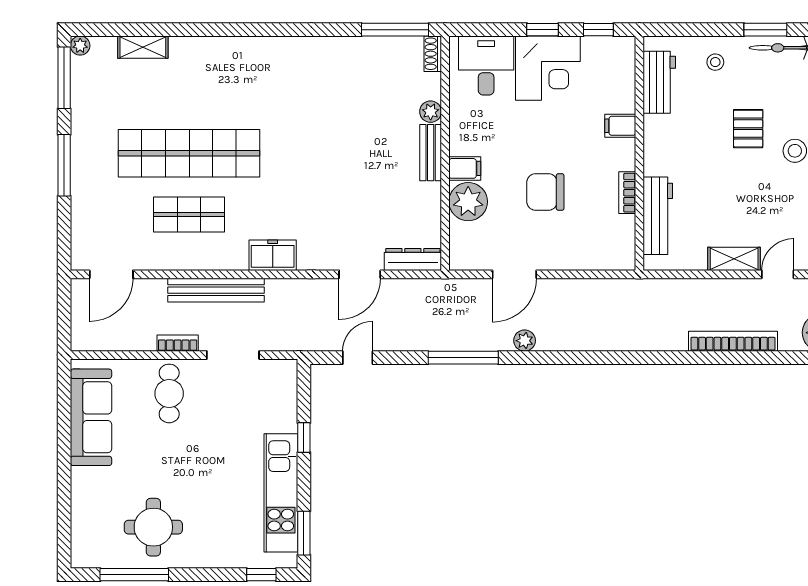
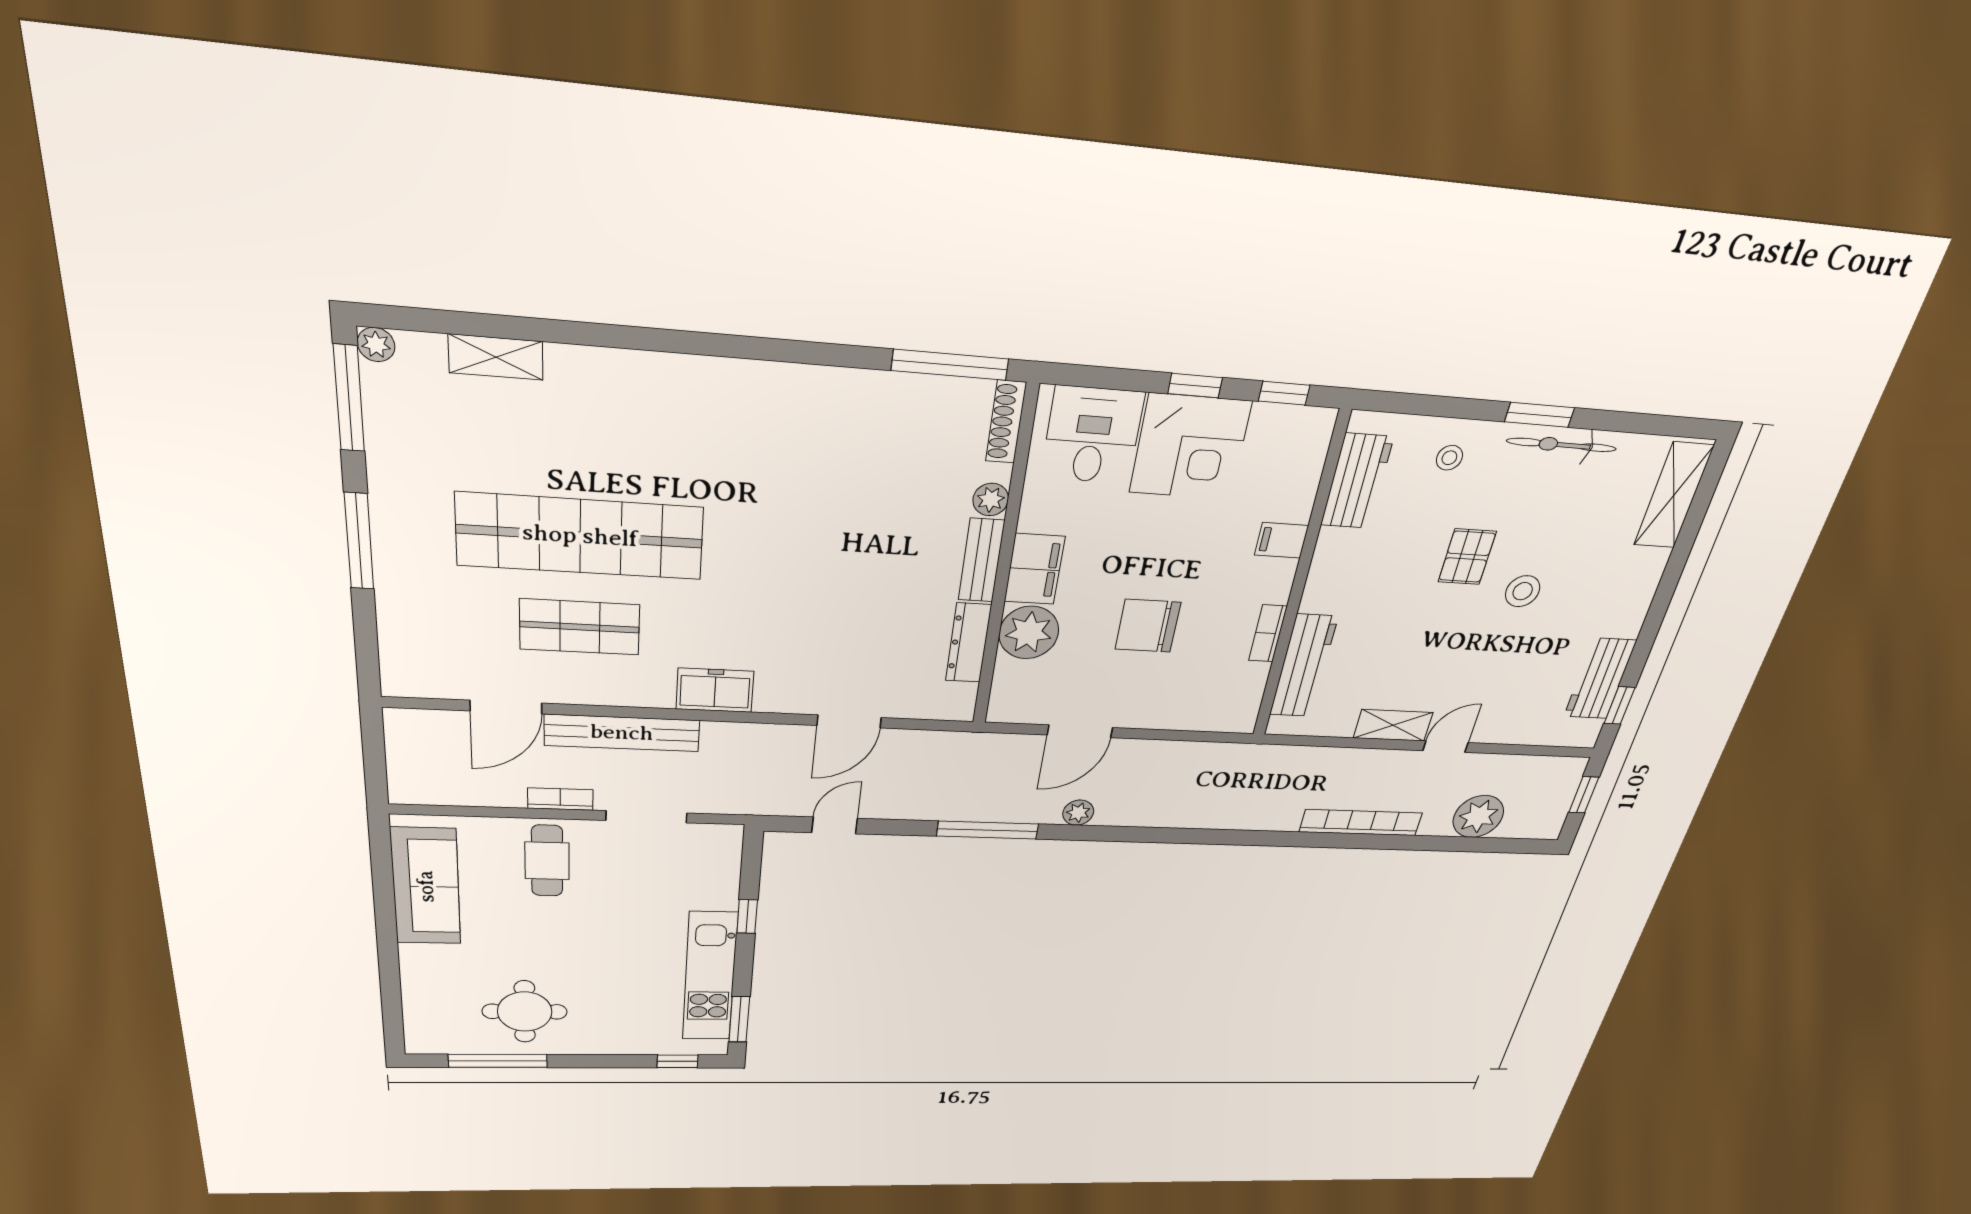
shoe rack: (433, 54) -> (1006, 422), width x1.43
filing cabinet: (465, 168) -> (1034, 569), width x2.00
dresser: (413, 259) -> (968, 643), moved, turned -90
door: (111, 274) -> (506, 707), moved

